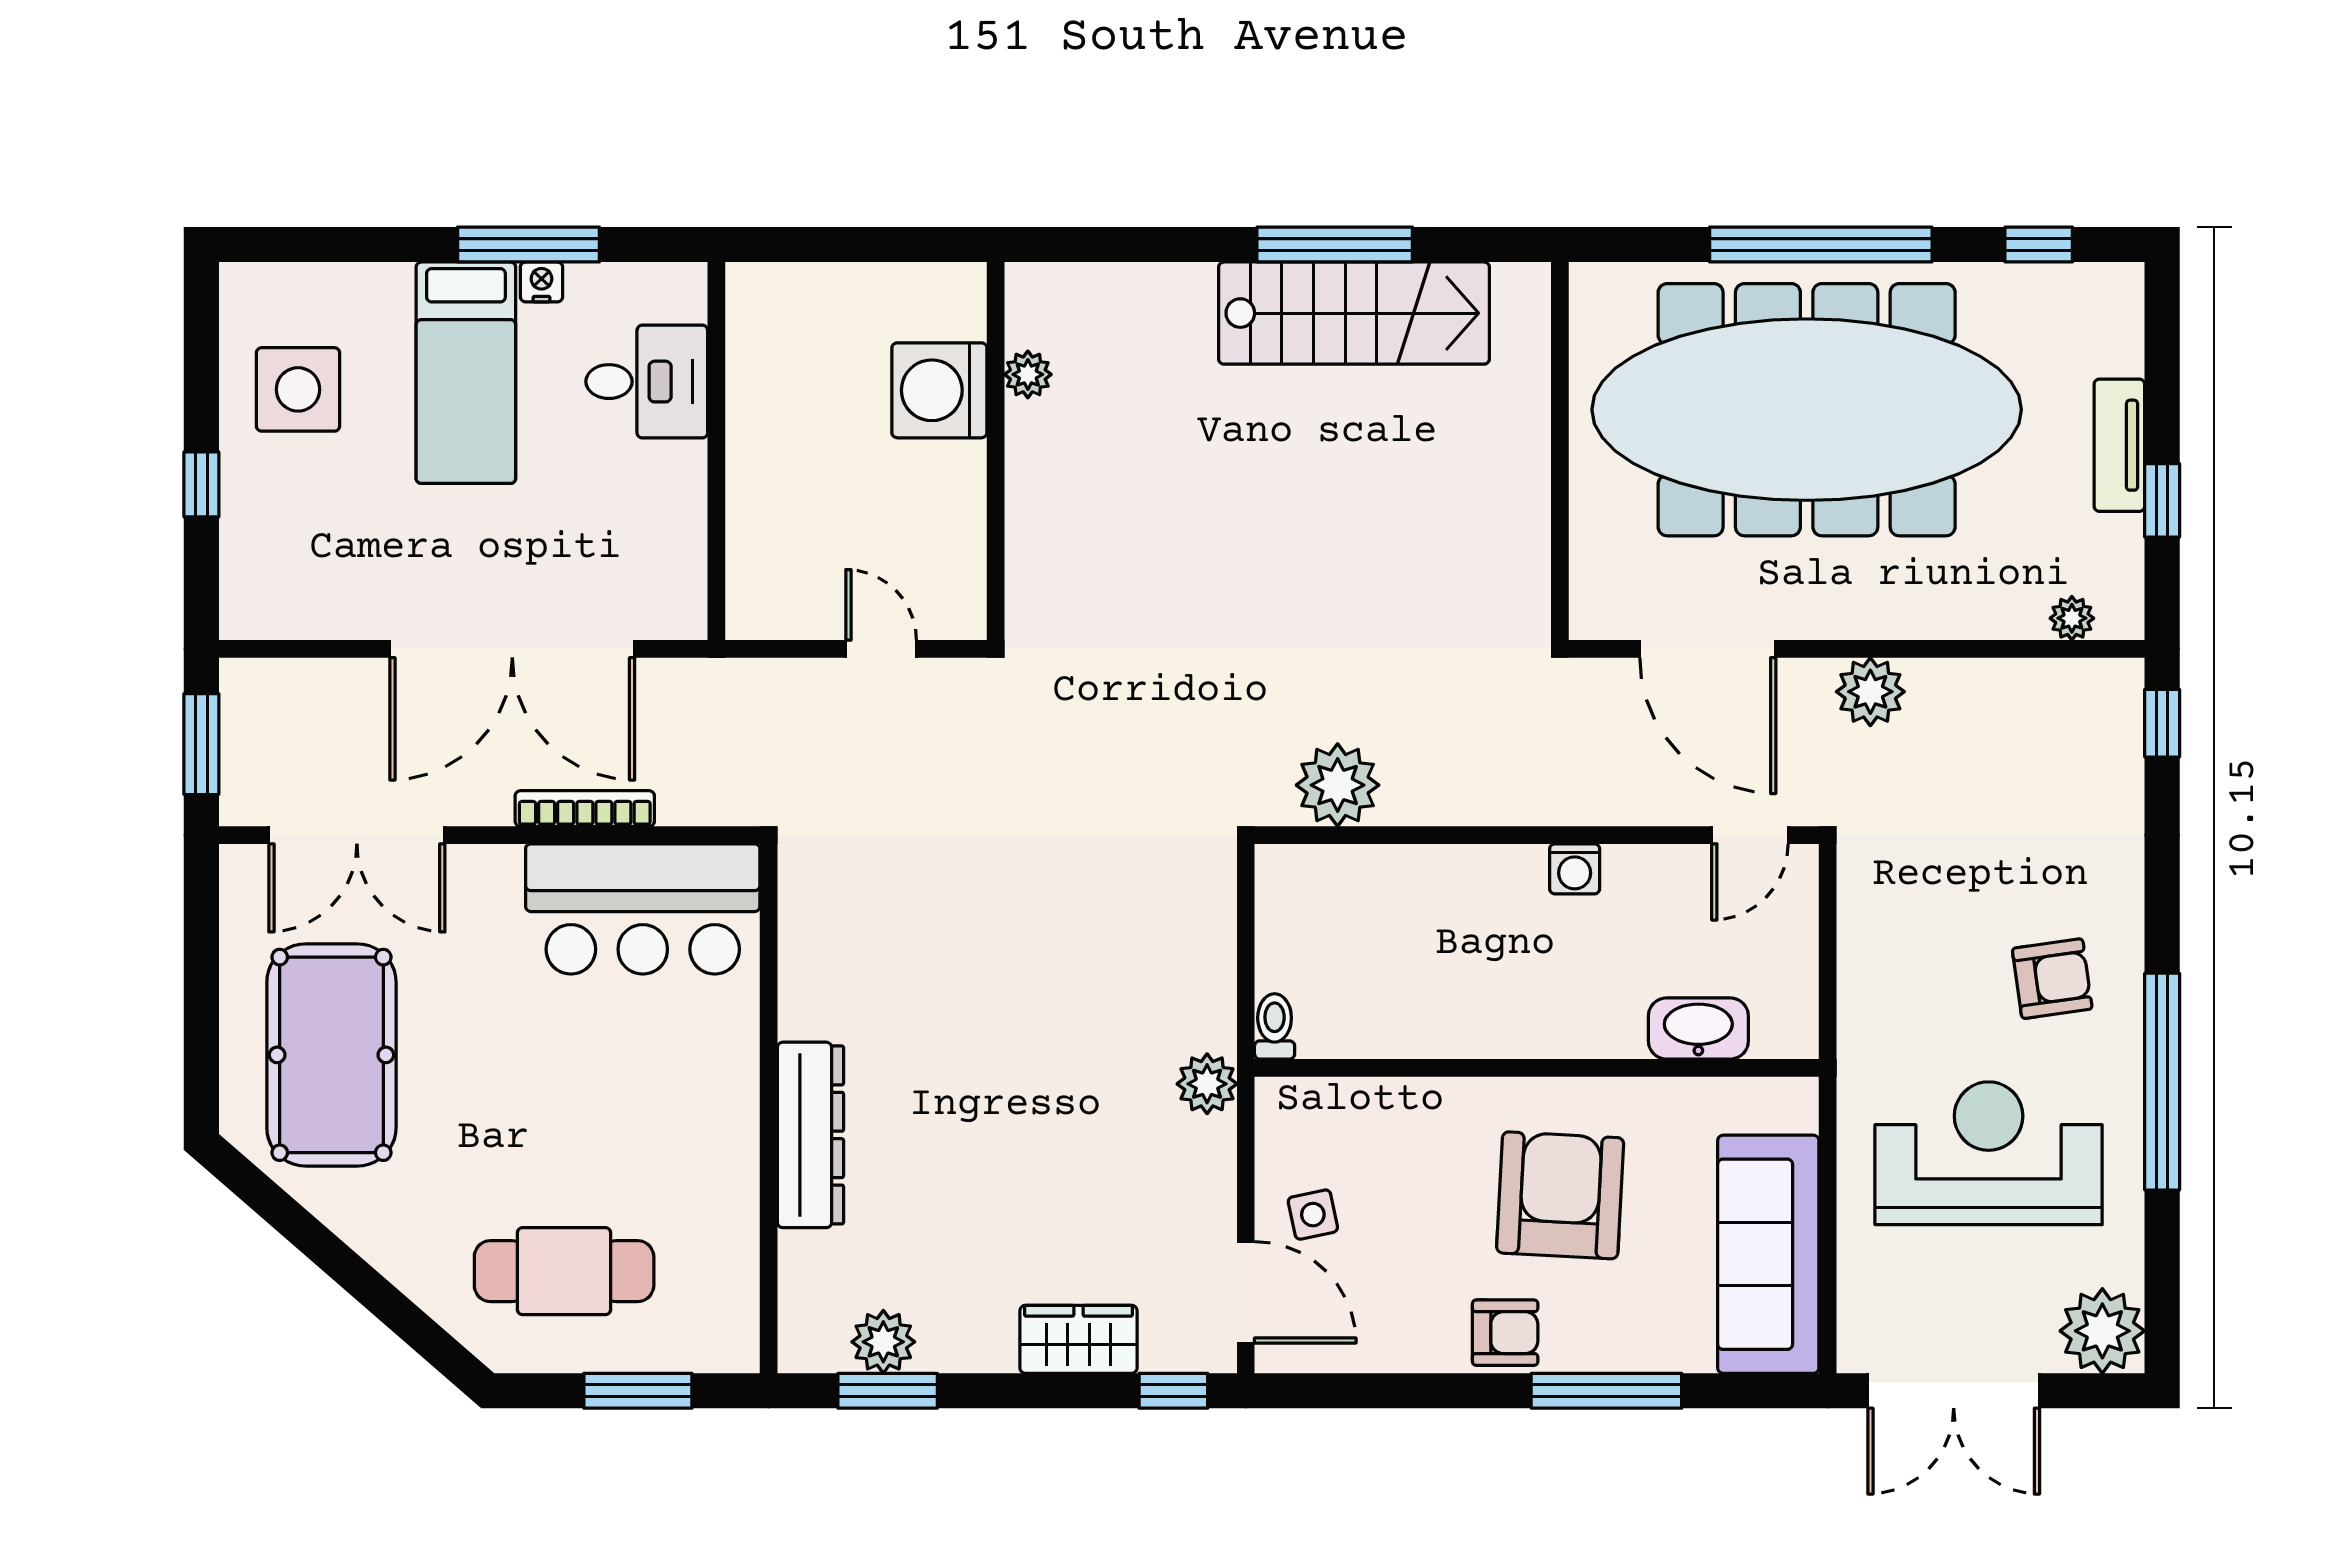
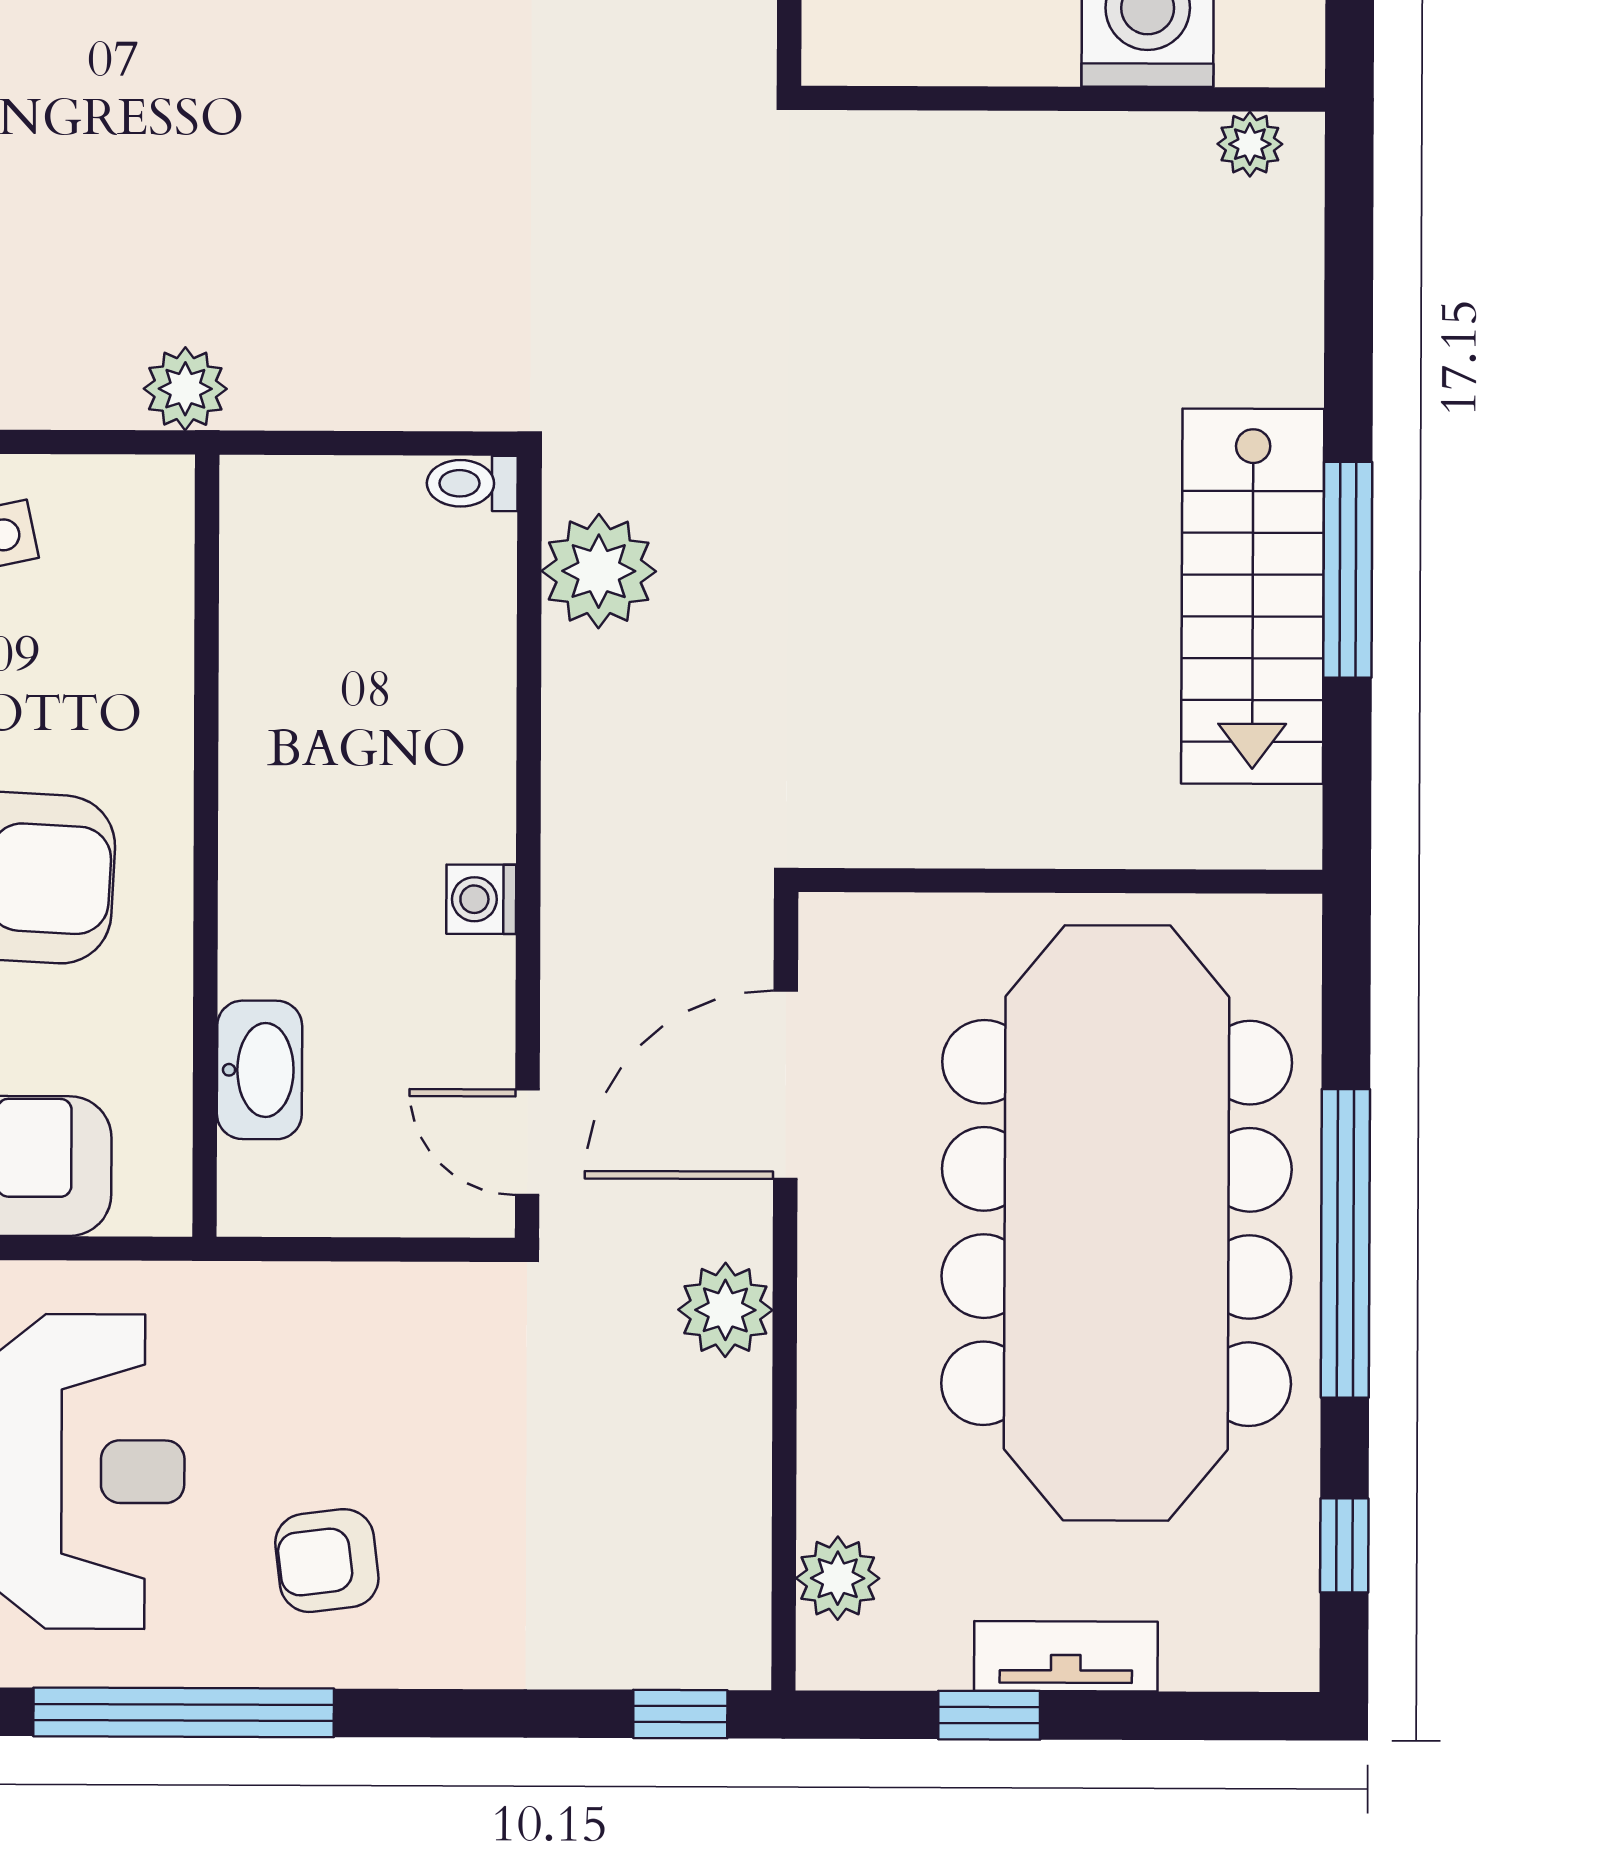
plant: (1028, 374) -> (1250, 144), moved
plant: (2072, 618) -> (838, 1578), width x1.38, depth x1.38
armchair: (2052, 979) -> (327, 1561), turned 91
toilet: (1275, 1026) -> (472, 483), moved, turned 180

